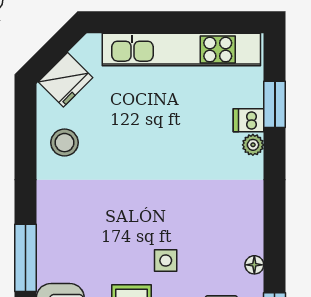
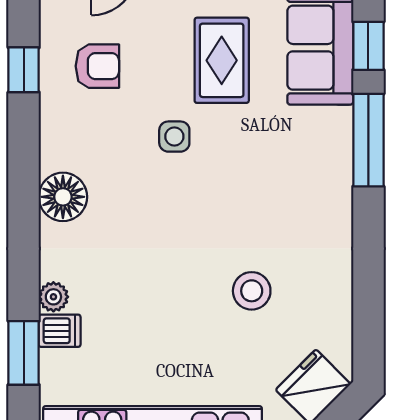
stool: (65, 143) -> (252, 291), moved
floor lamp: (254, 265) -> (63, 197), moved, width x1.89, depth x1.89

